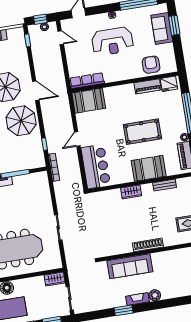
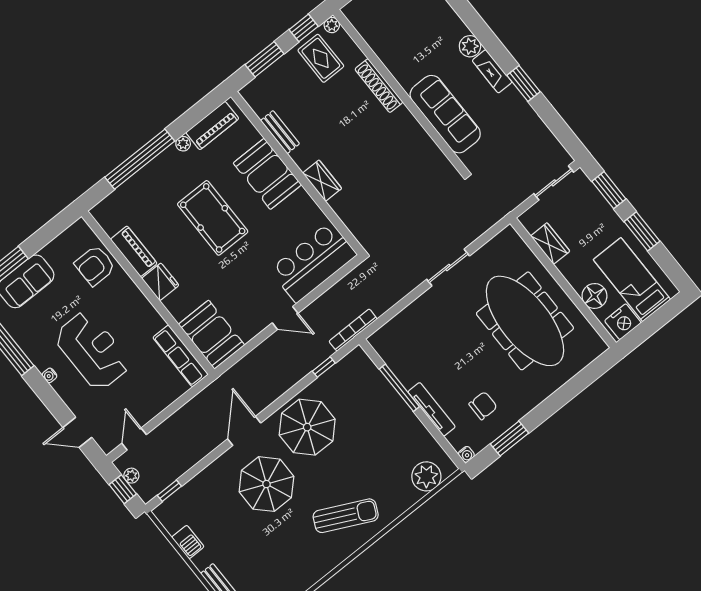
fridge: (169, 84) -> (160, 282), moved
shoe rack: (148, 245) -> (379, 86), moved
wardrobe: (55, 279) -> (550, 244), moved

